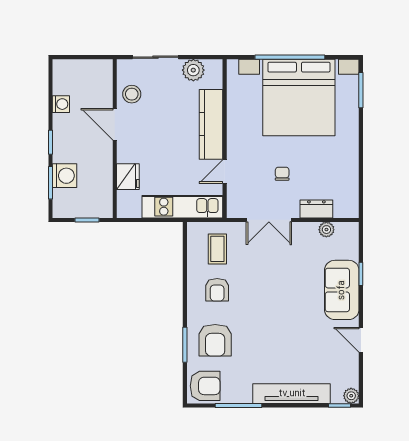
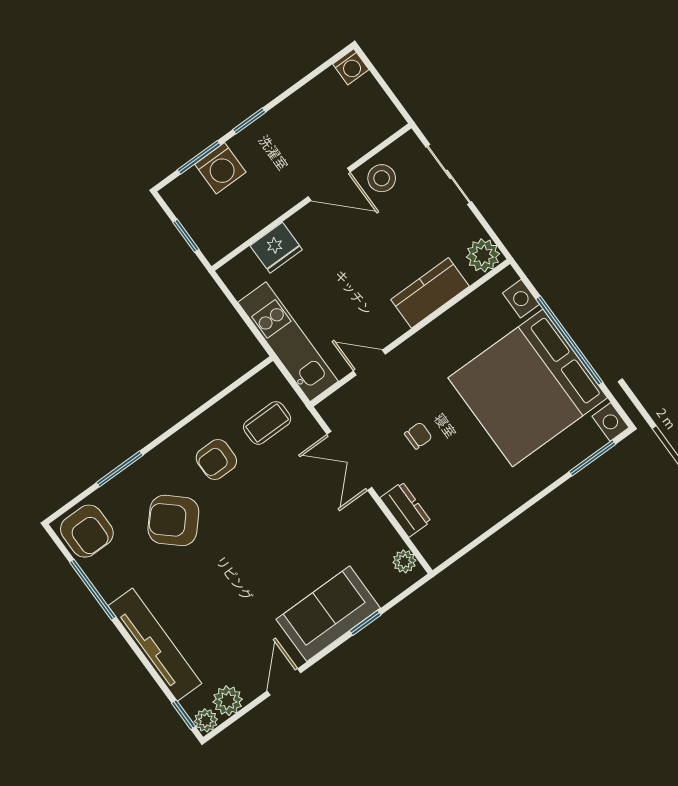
plant: (193, 70) -> (483, 255), moved
washing machine: (61, 104) -> (351, 67), moved
door: (115, 124) -> (329, 184), swing flipped
kitchen counter: (211, 124) -> (430, 293), width x0.67
plant: (326, 230) -> (404, 561), moved
armchair: (215, 340) -> (173, 520), moved, turned 42
plant: (349, 377) -> (228, 701), added

